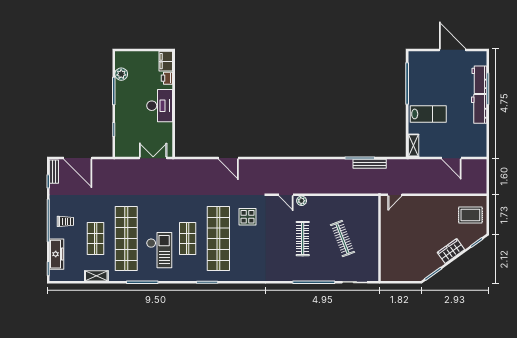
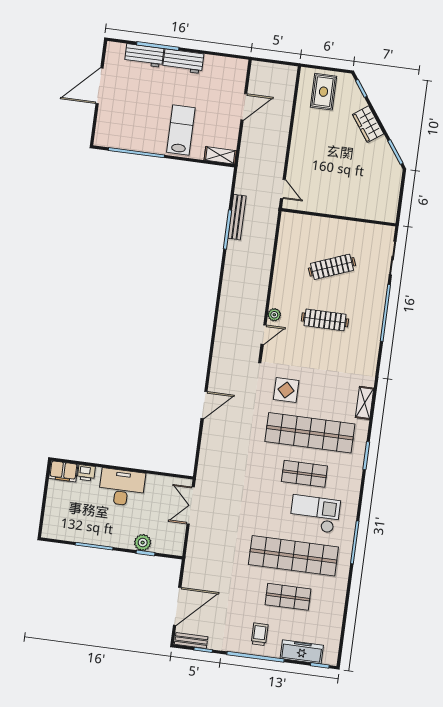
plant: (121, 74) -> (143, 543), moved
shelving: (96, 276) -> (365, 403), moved

